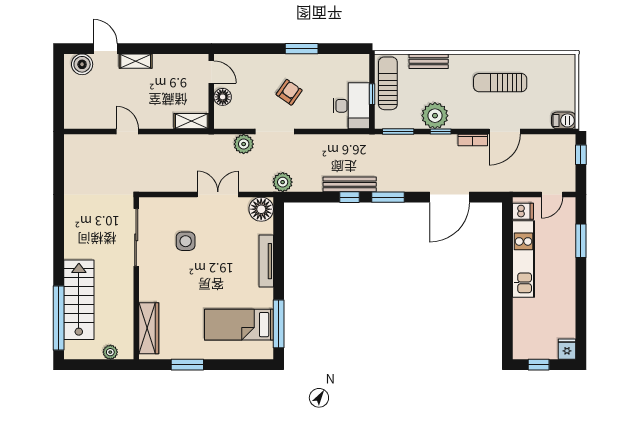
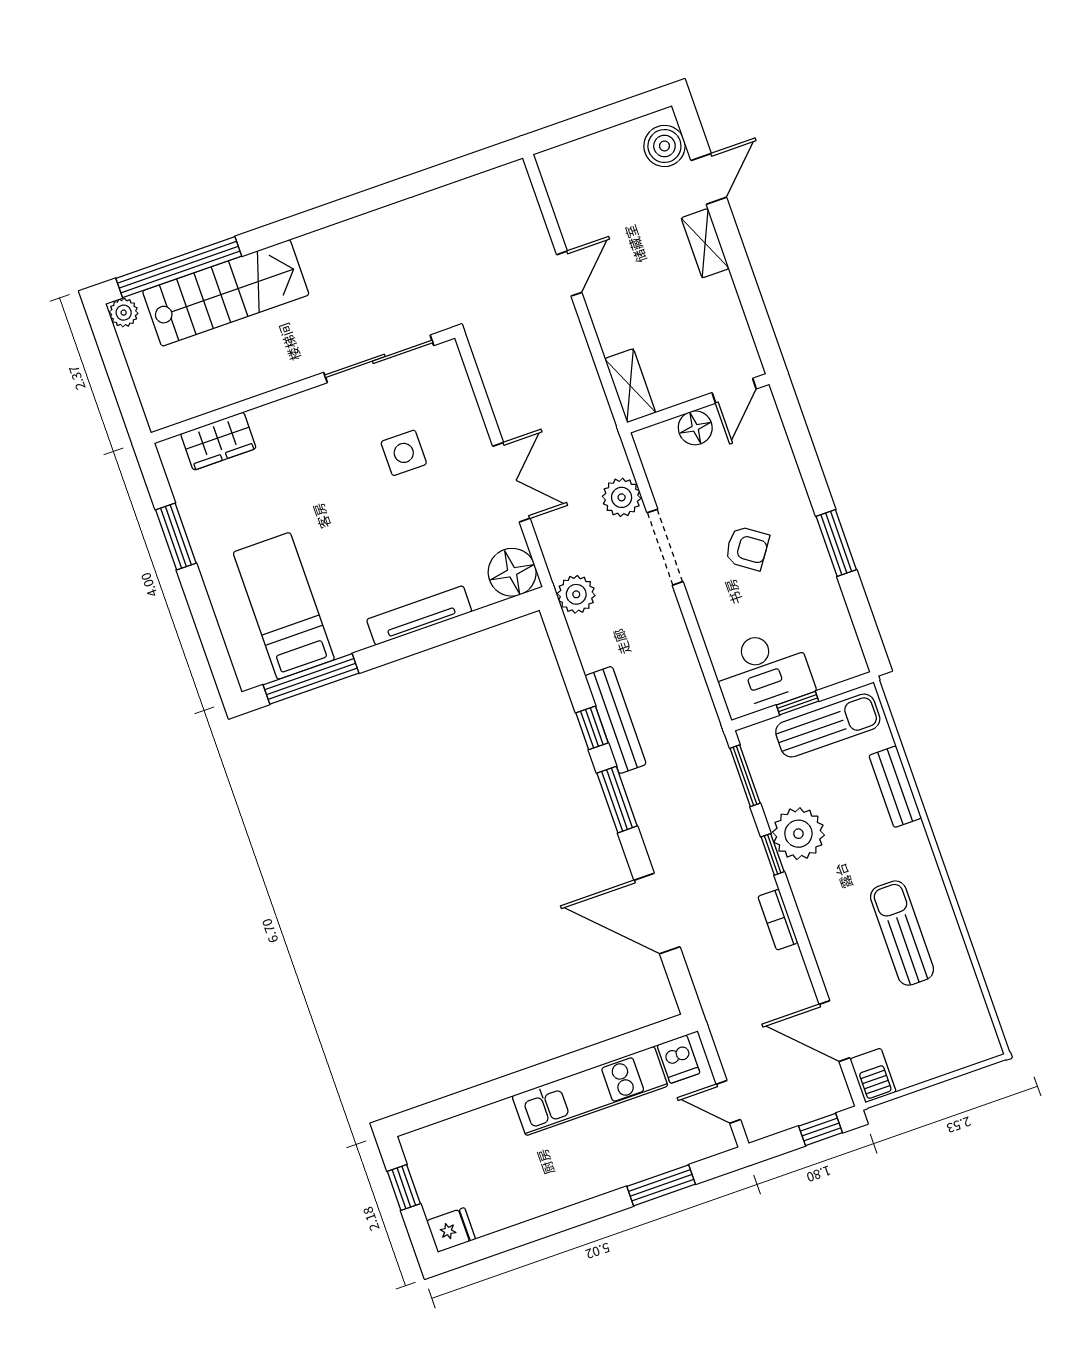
door: (505, 132) -> (834, 1031), moved
wardrobe: (149, 328) -> (218, 441), width x0.67
plant: (110, 352) -> (124, 313), moved

